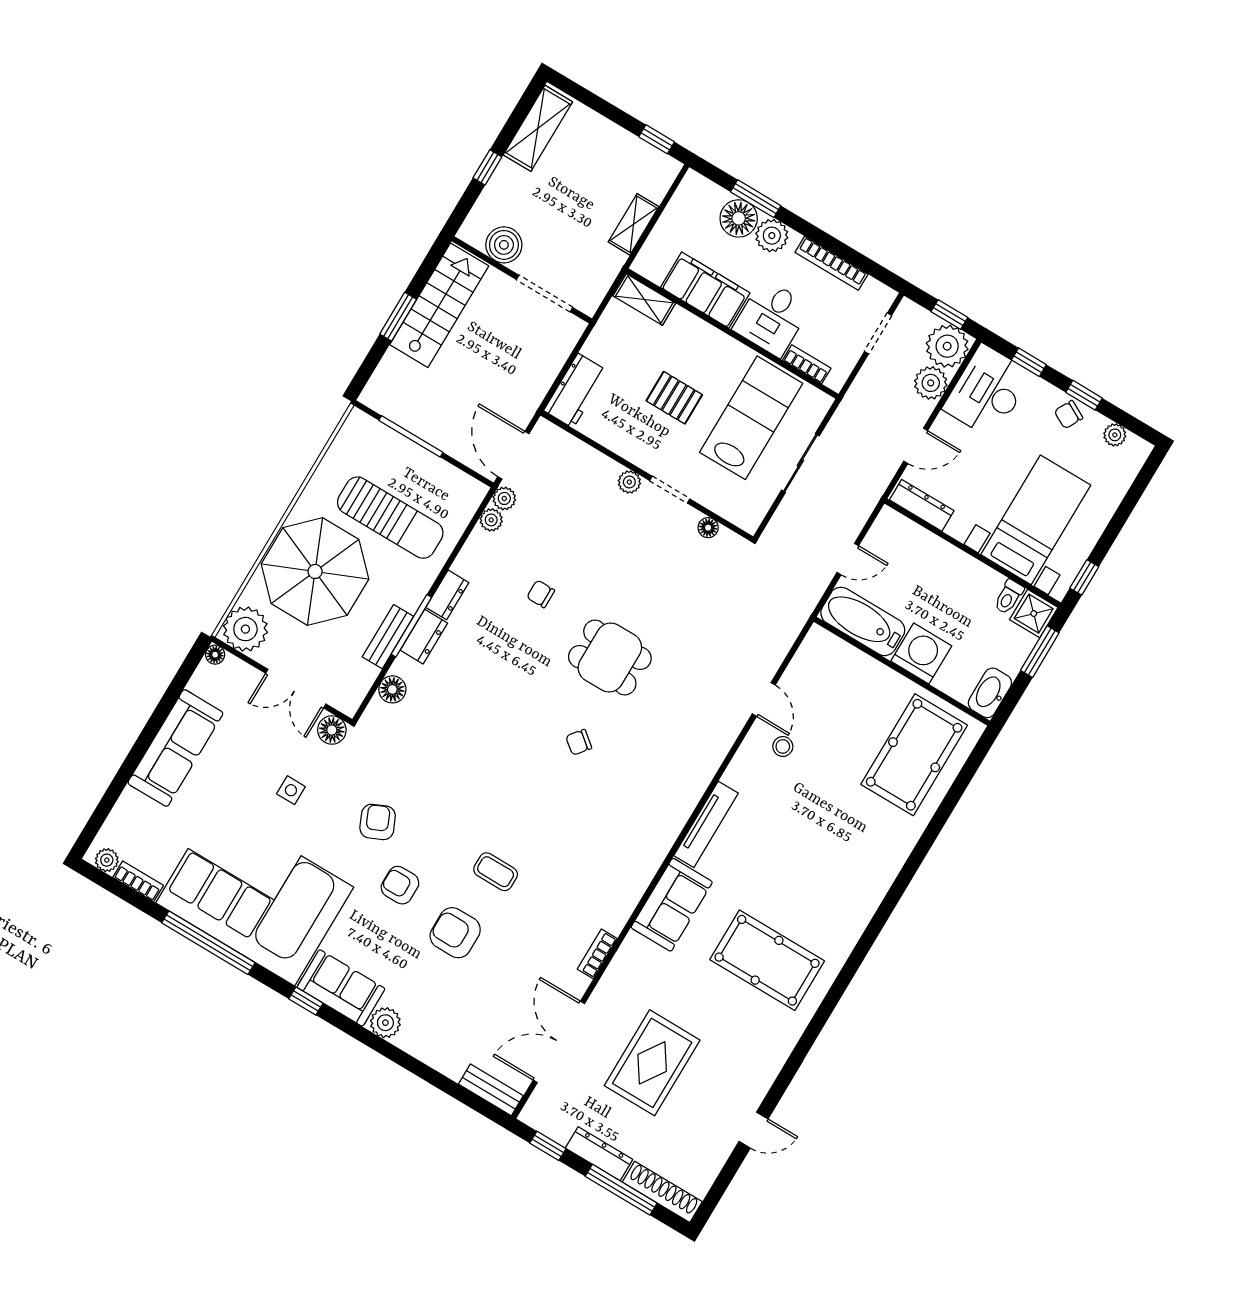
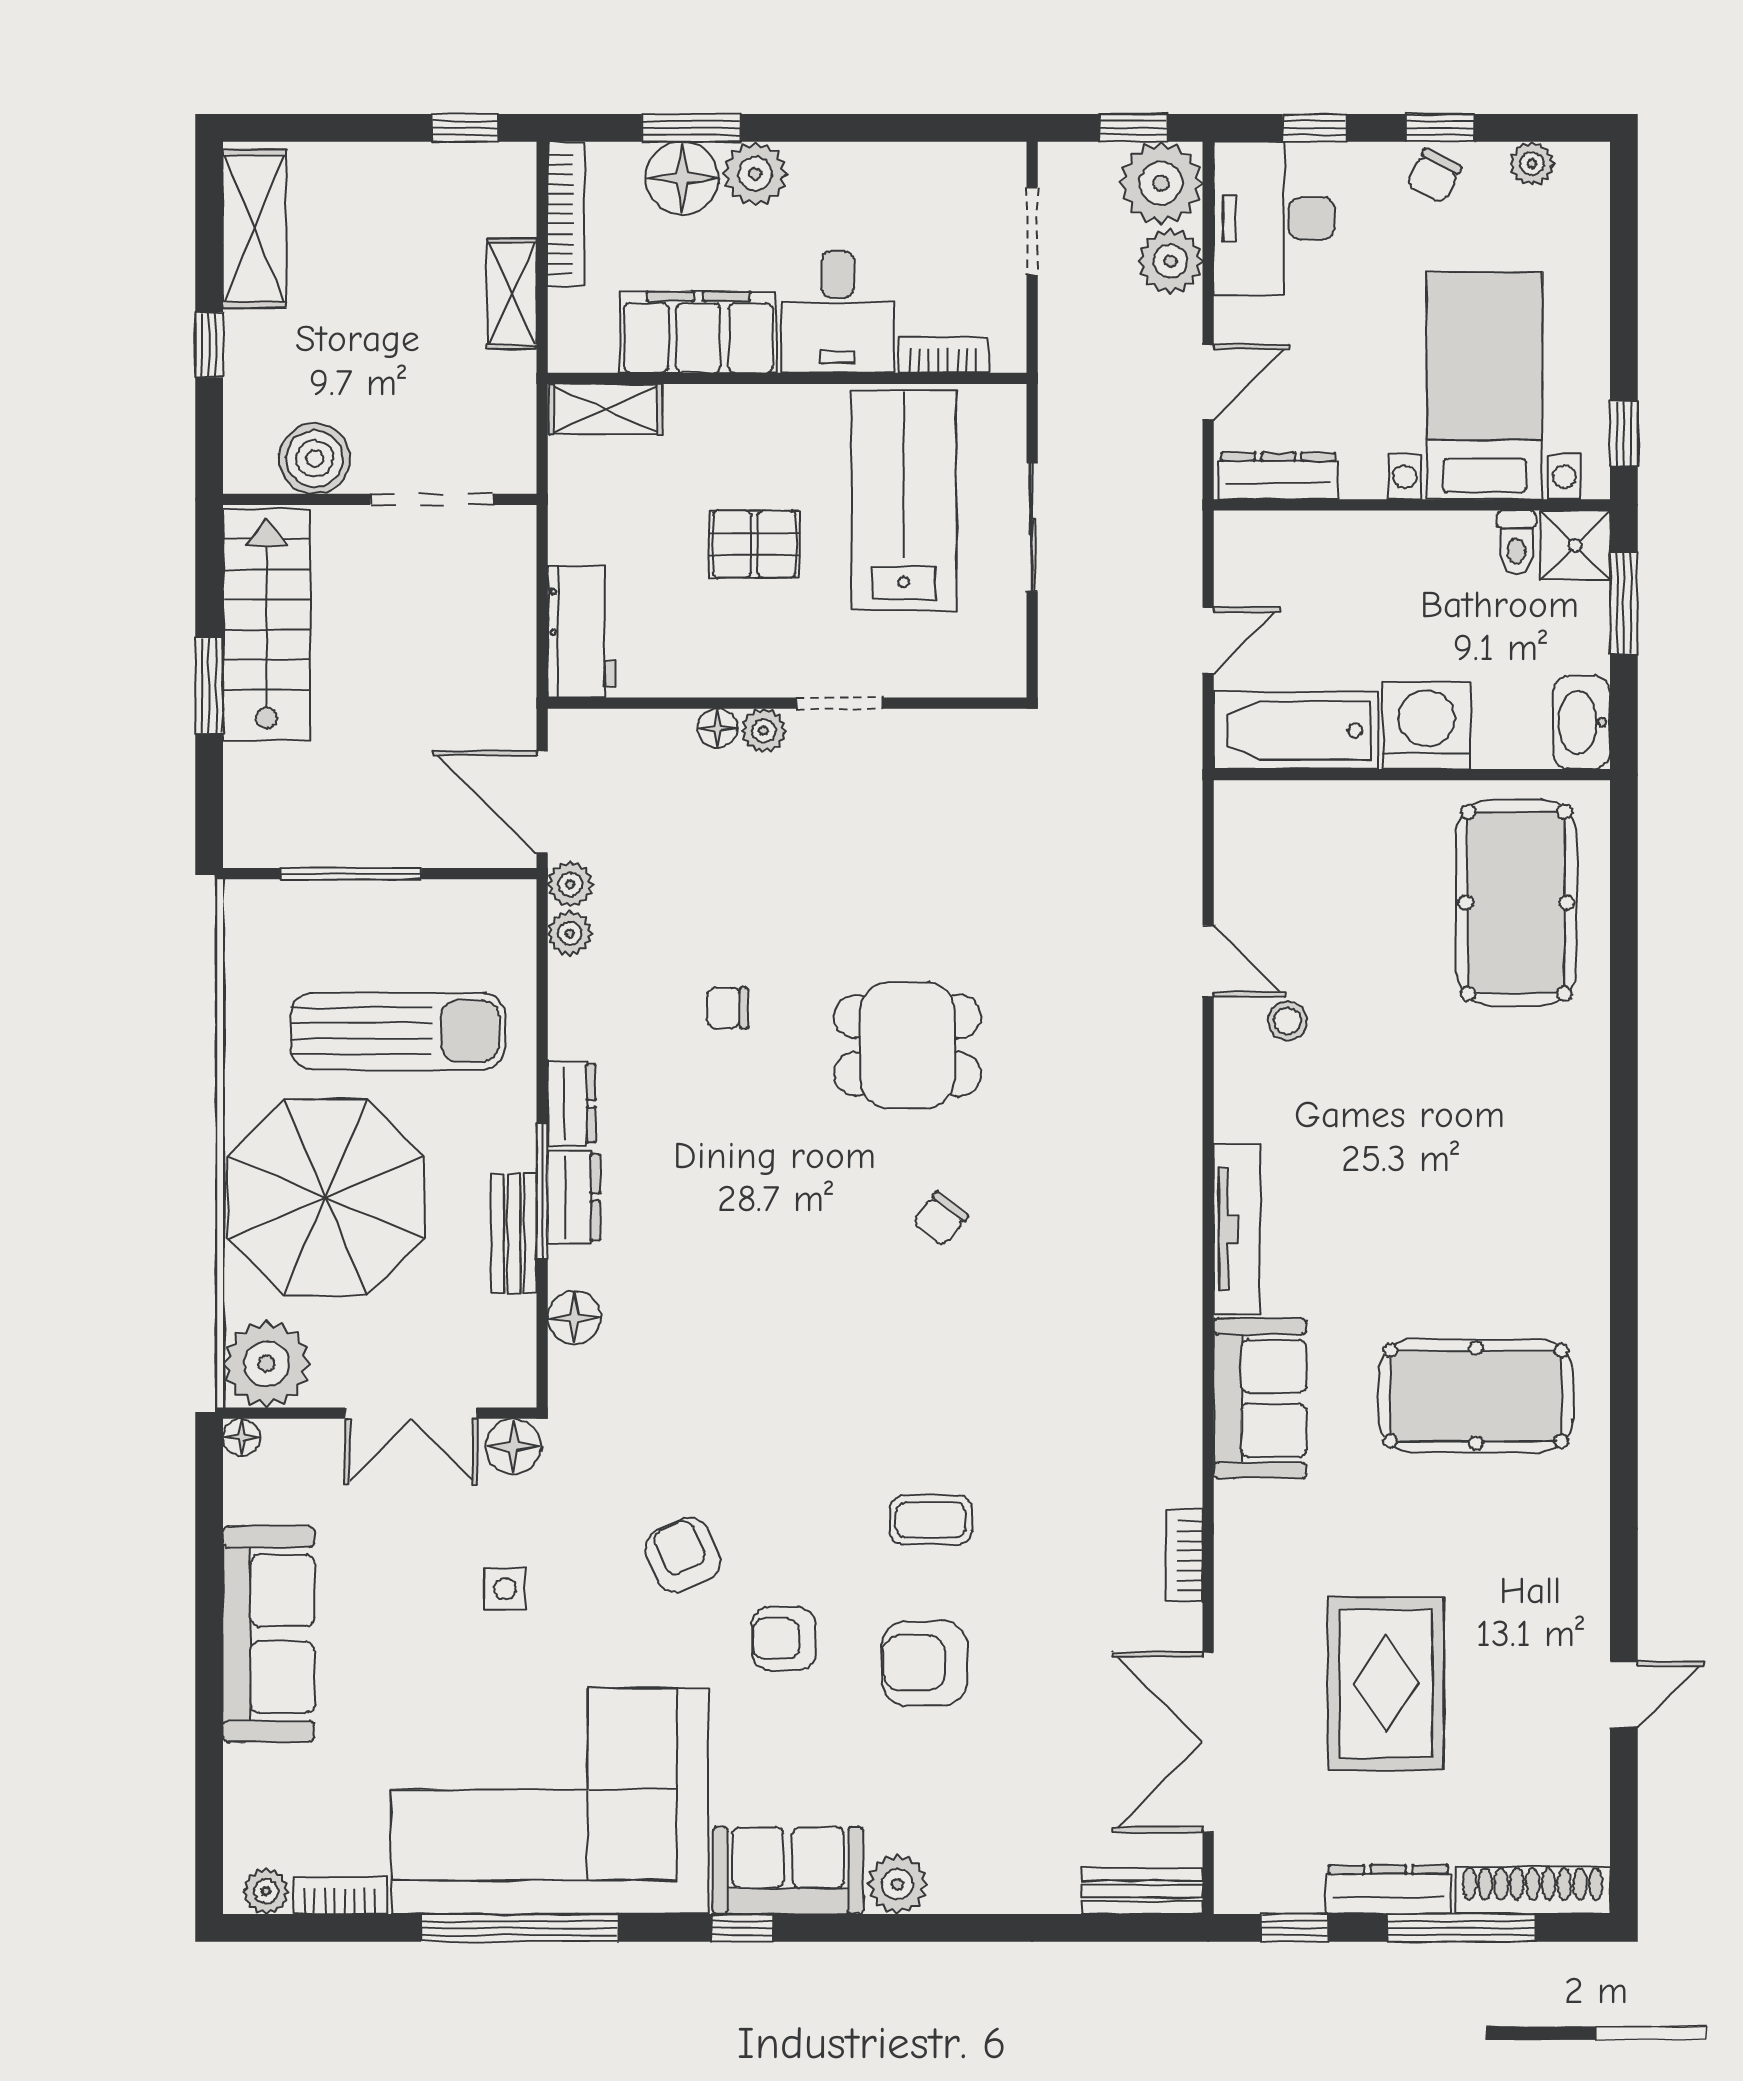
bookcase: (831, 263) -> (566, 214), moved, turned -90
floor lamp: (708, 528) -> (717, 728), moved

